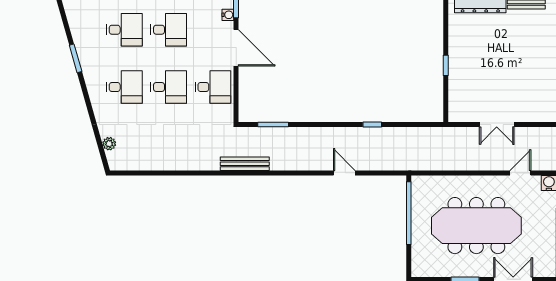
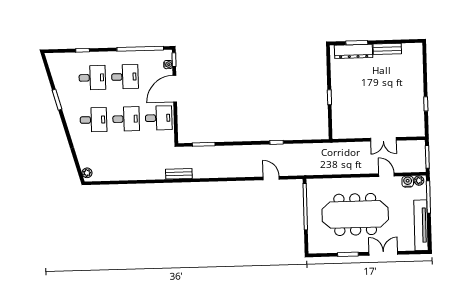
door: (236, 48) -> (175, 89), swing flipped
double door: (497, 125) -> (383, 139), moved
plant: (109, 144) -> (87, 173), moved
bench: (245, 164) -> (179, 174), width x0.73
door: (344, 173) -> (271, 178), moved
door: (520, 173) -> (386, 175), hinge flipped

